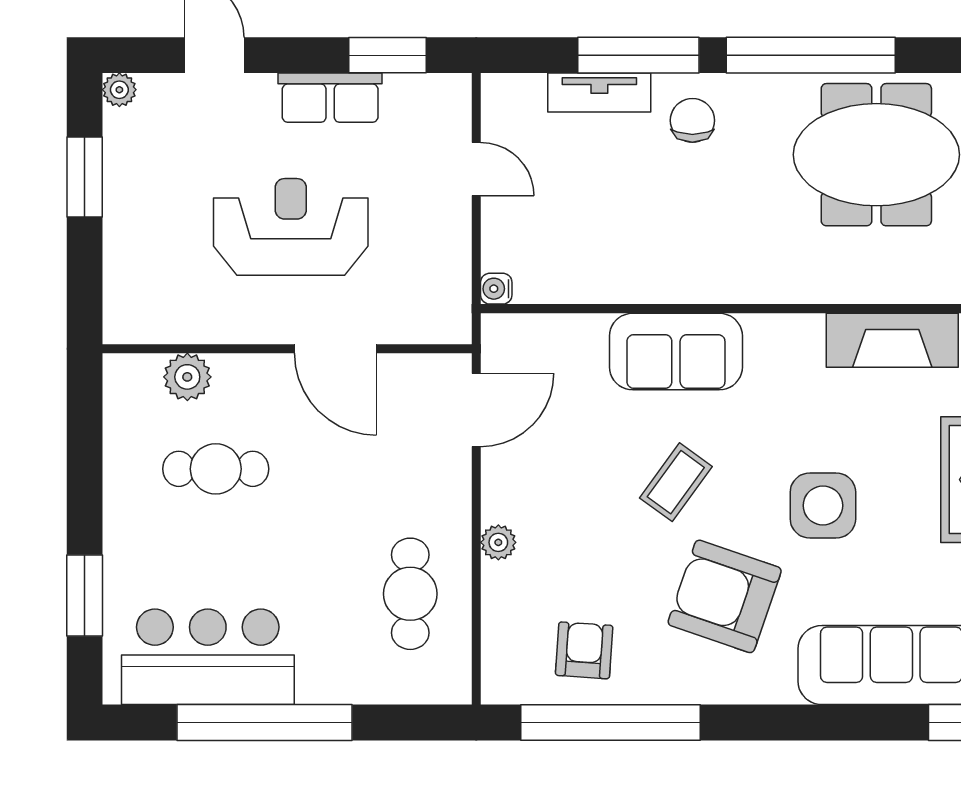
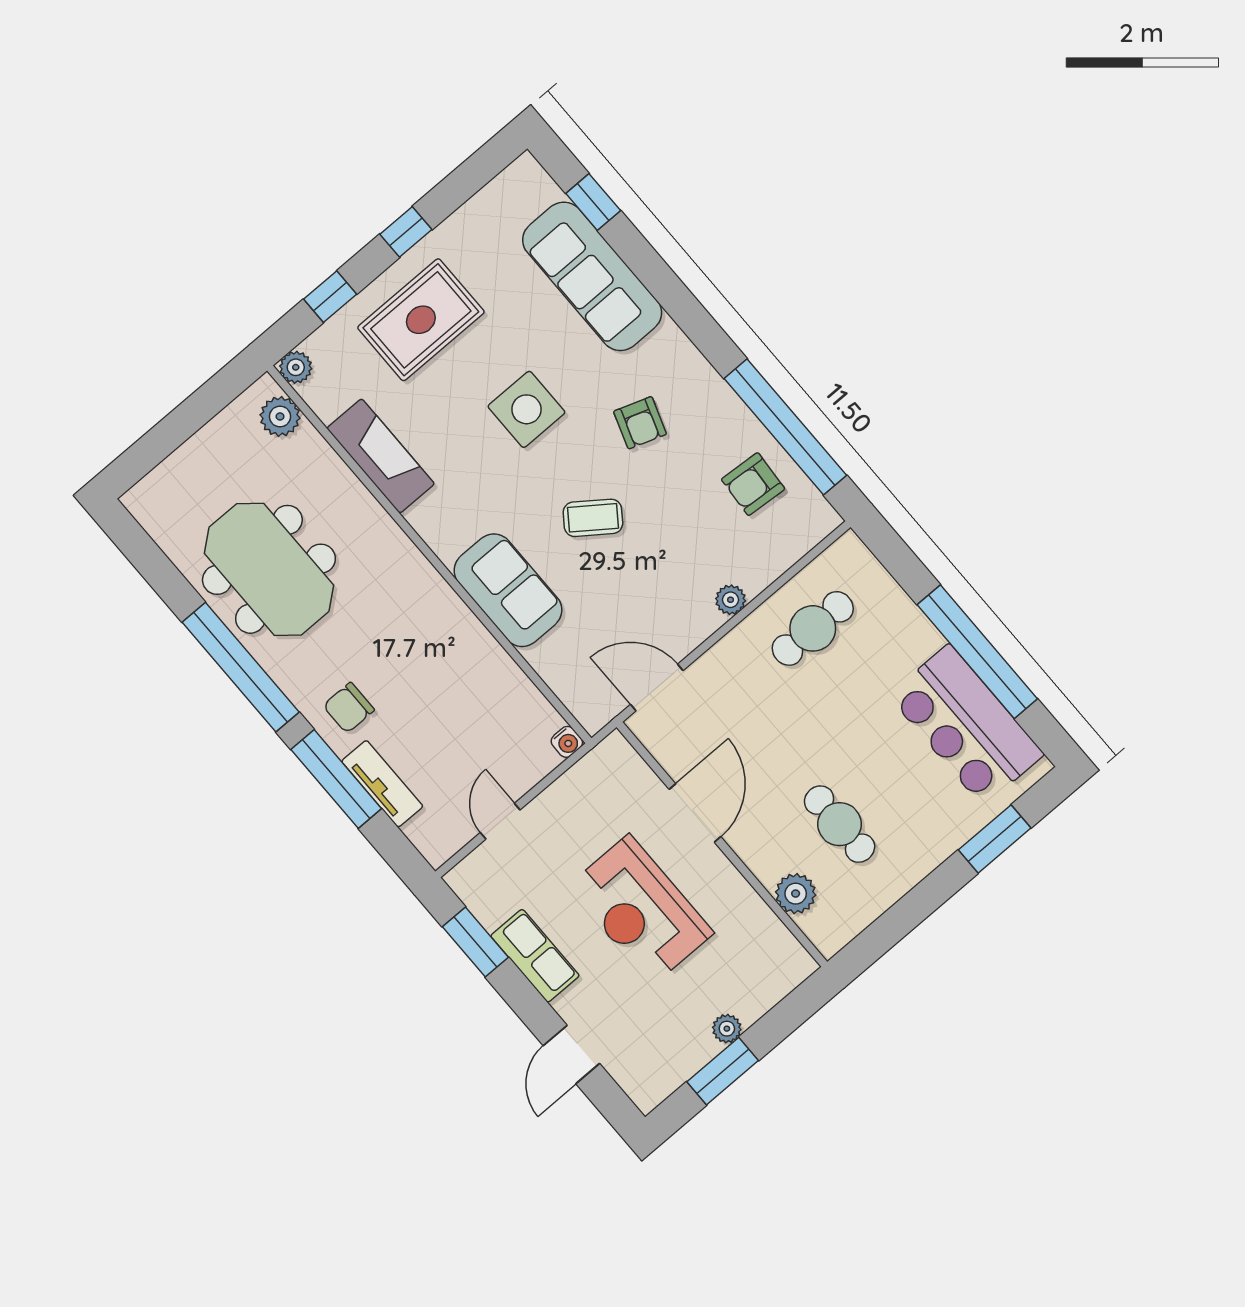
plant: (119, 90) -> (727, 1029), moved
armchair: (725, 596) -> (640, 423), width x0.53, depth x0.53

